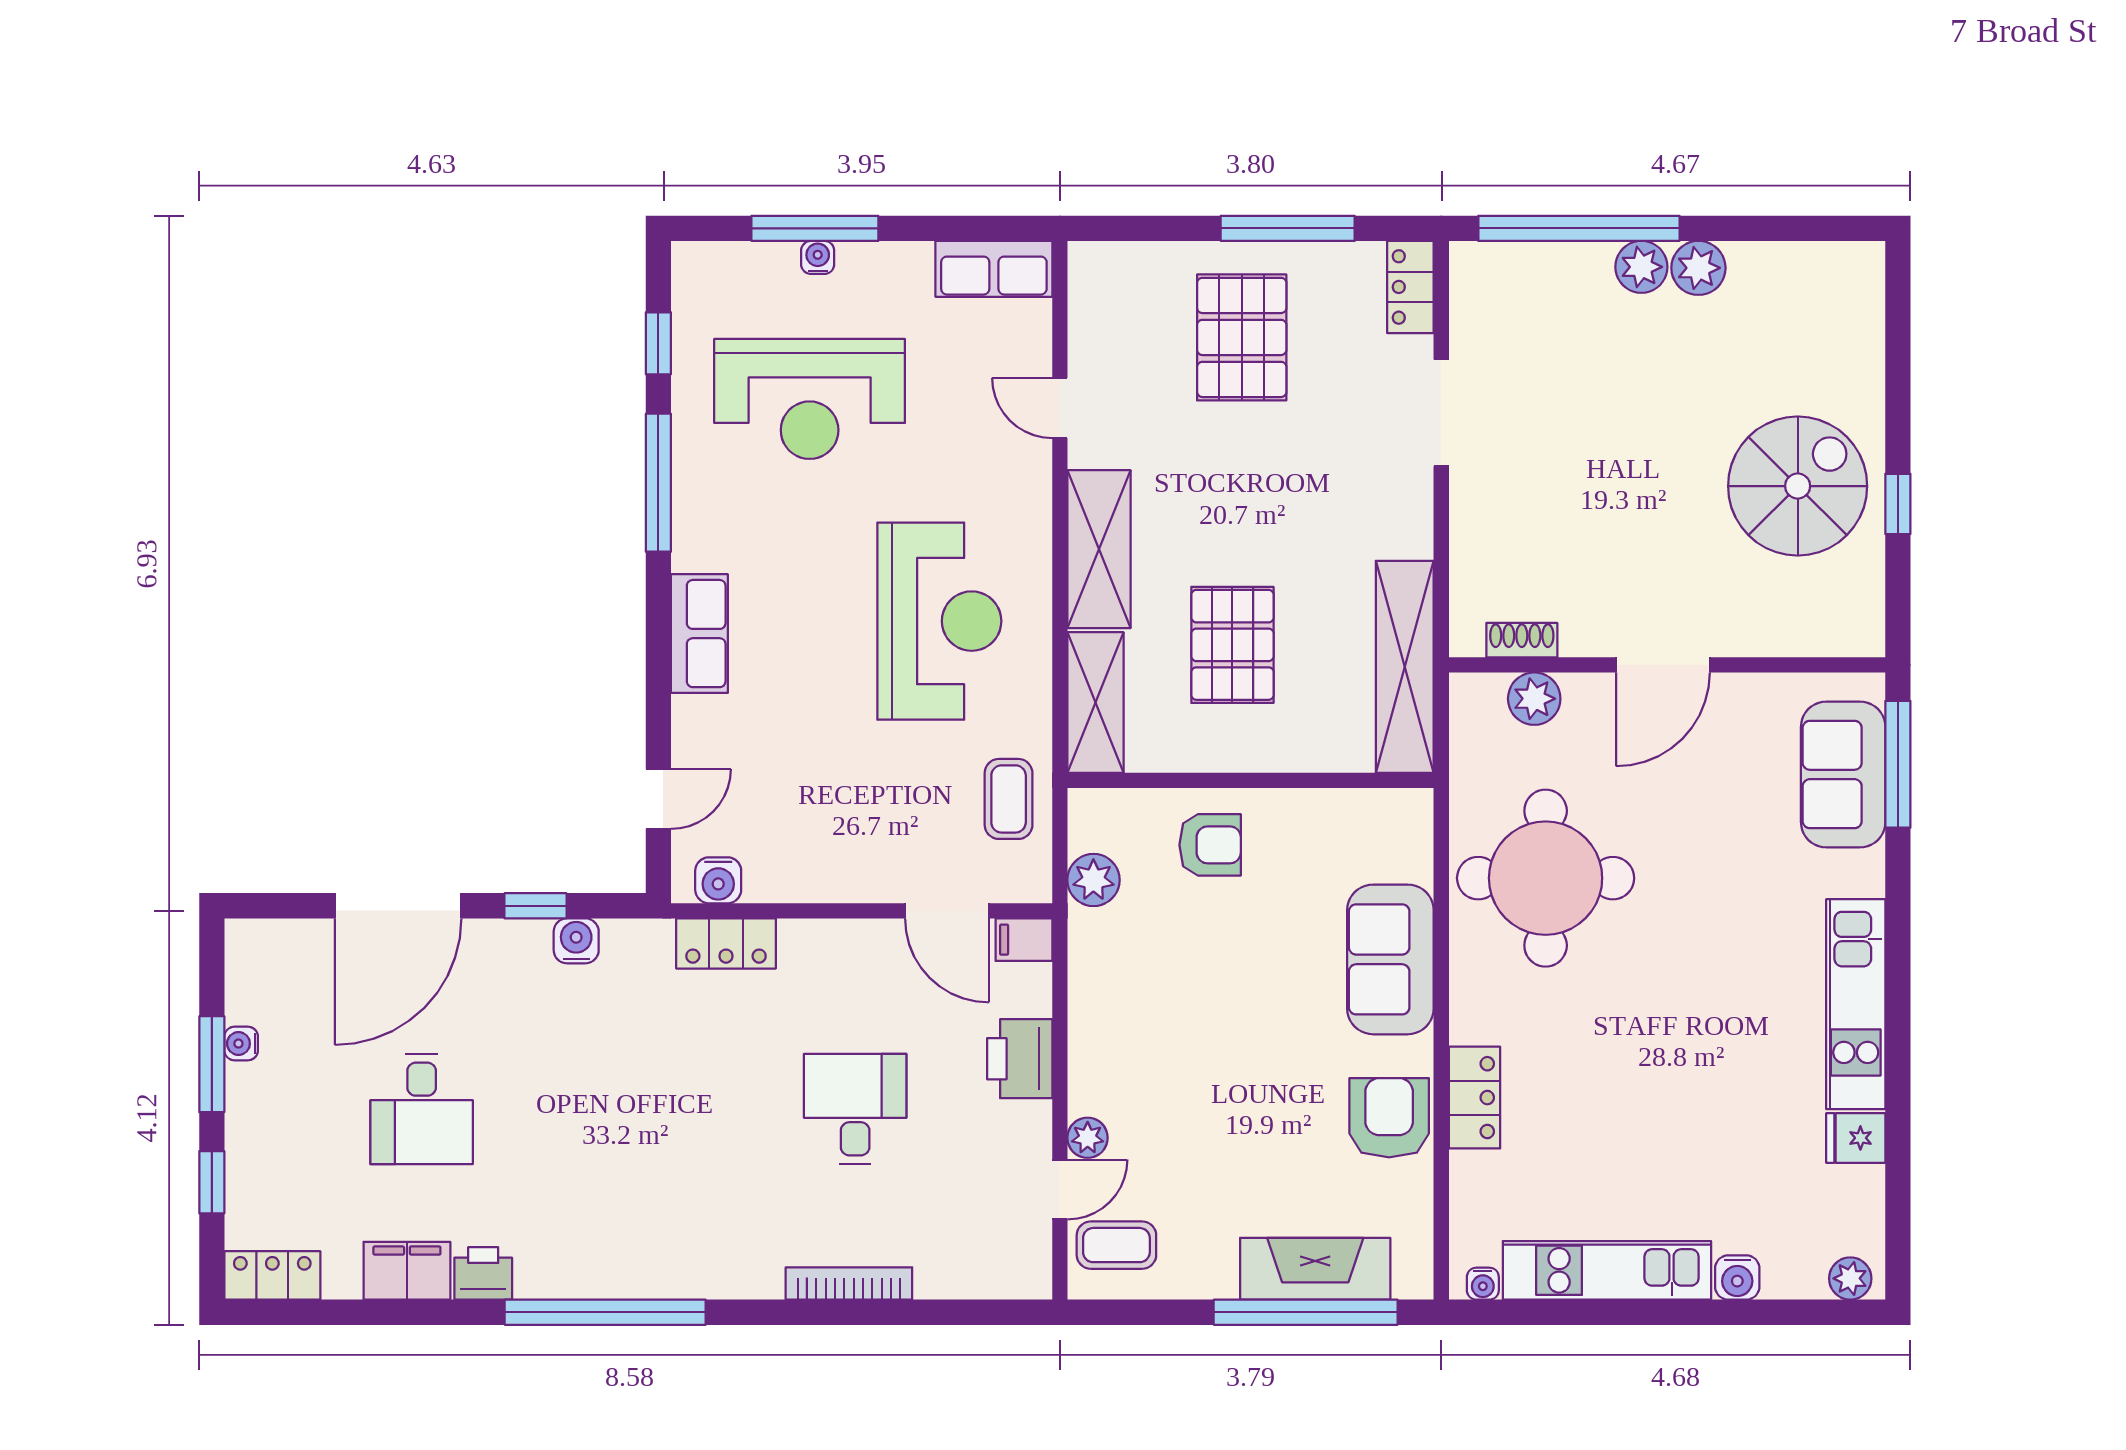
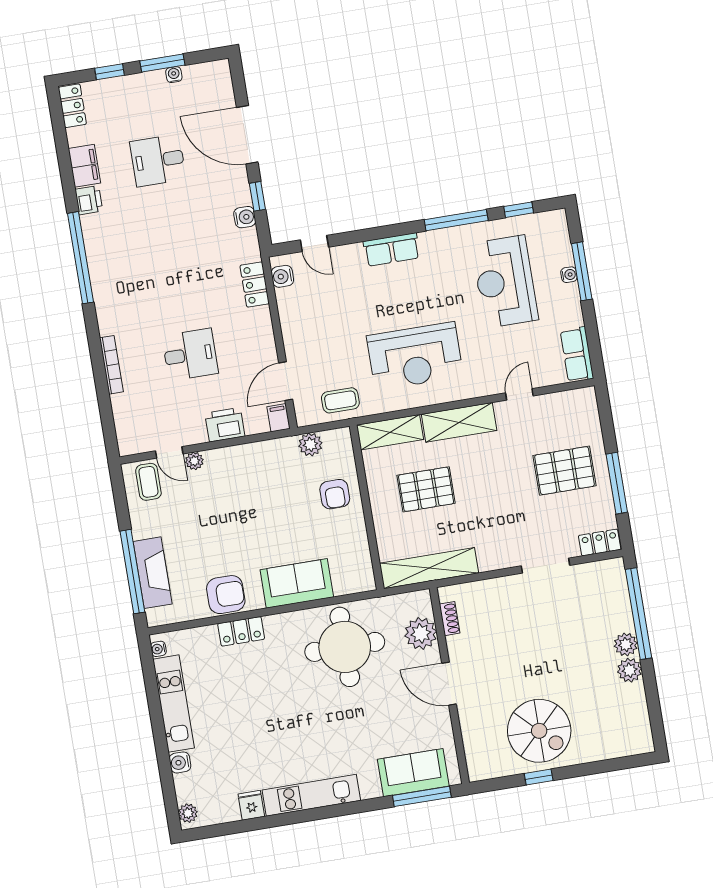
plant: (1534, 699) -> (421, 633), width x1.36, depth x1.36

